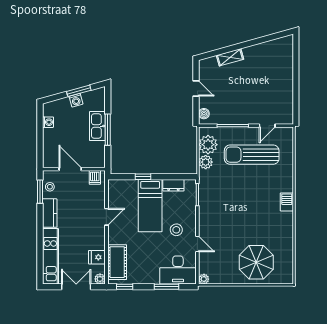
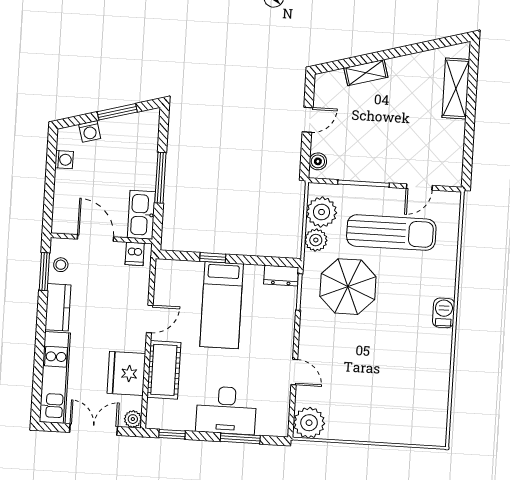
shelving: (286, 64) -> (456, 88), added
door: (196, 88) -> (308, 120), hinge flipped
washing machine: (76, 100) -> (90, 131), moved
kitchen sink: (97, 126) -> (141, 215), moved
sun lounger: (252, 155) -> (391, 233), turned 180
dresser: (173, 185) -> (281, 276), moved
stool: (176, 230) -> (262, 347), removed
fridge: (97, 257) -> (126, 373), width x1.88, depth x1.34
cot: (117, 262) -> (164, 370), moved
parasol: (256, 262) -> (348, 287), moved
desk: (178, 270) -> (226, 410), moved
plant: (204, 279) -> (309, 423), width x1.87, depth x1.87

